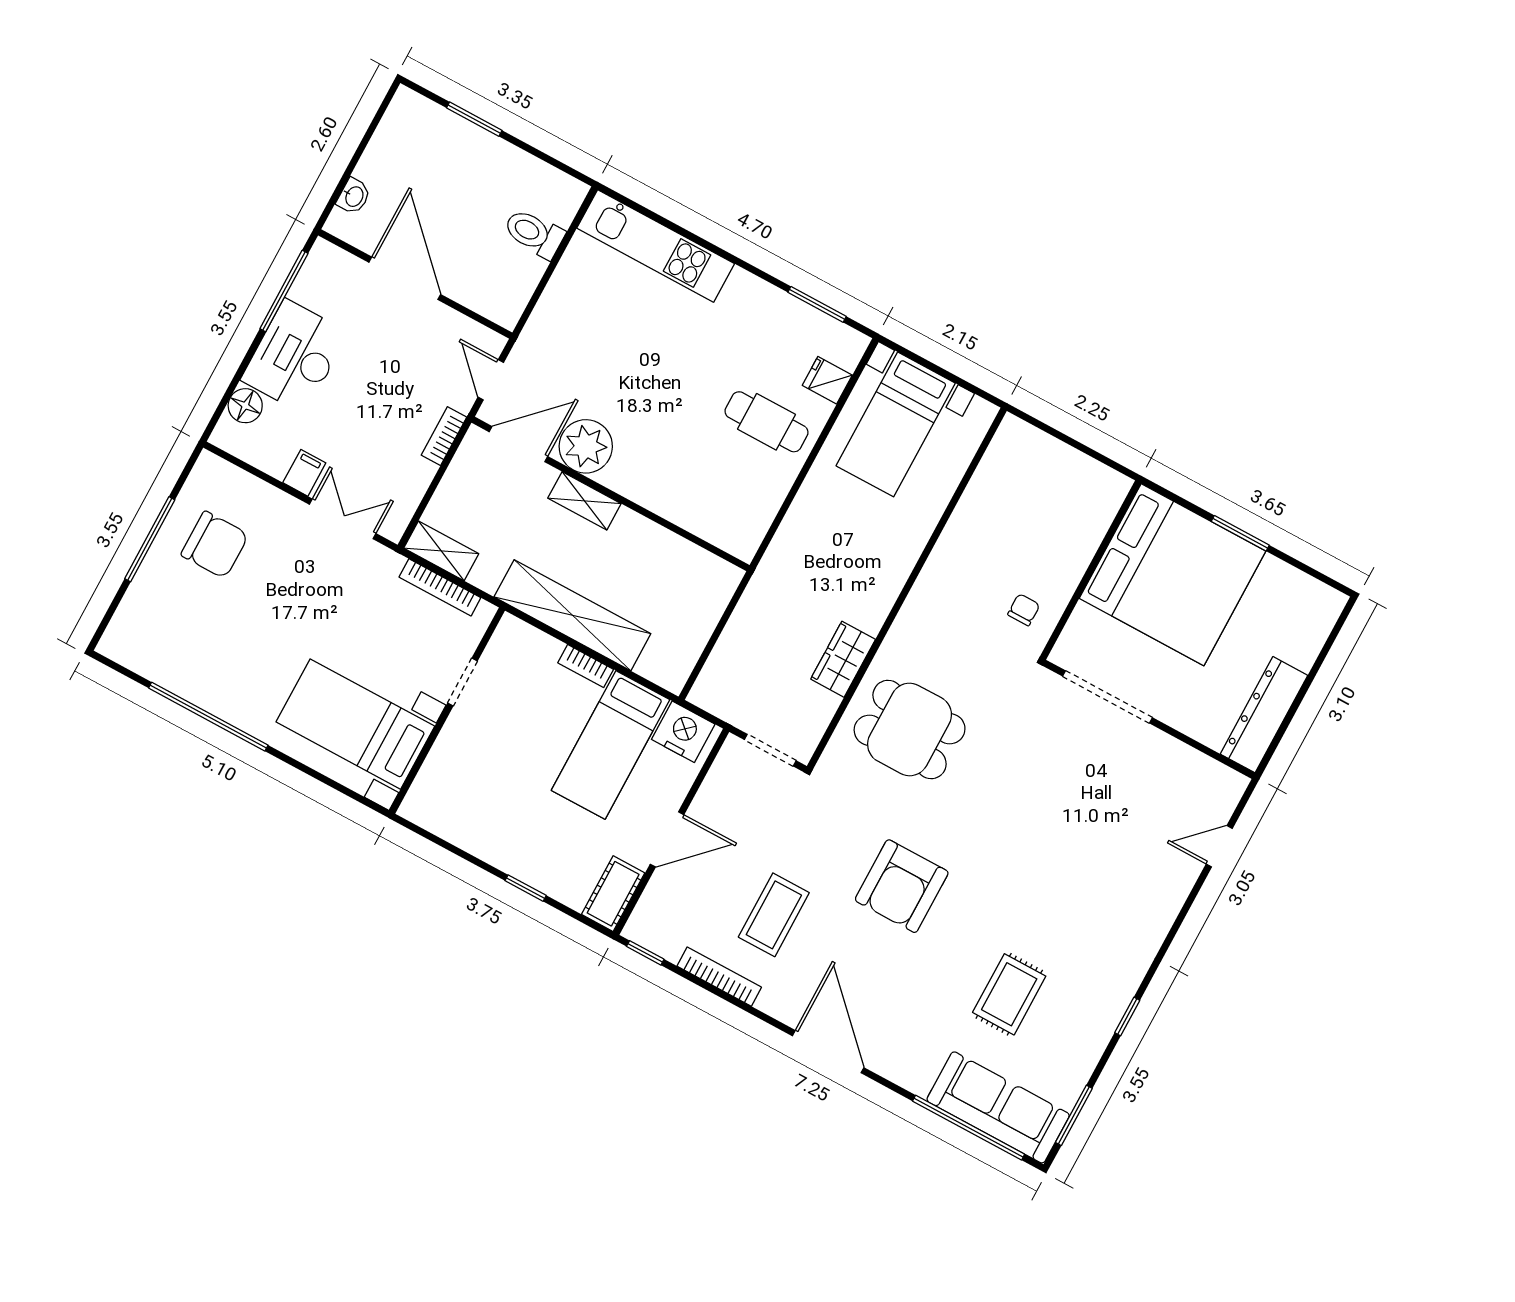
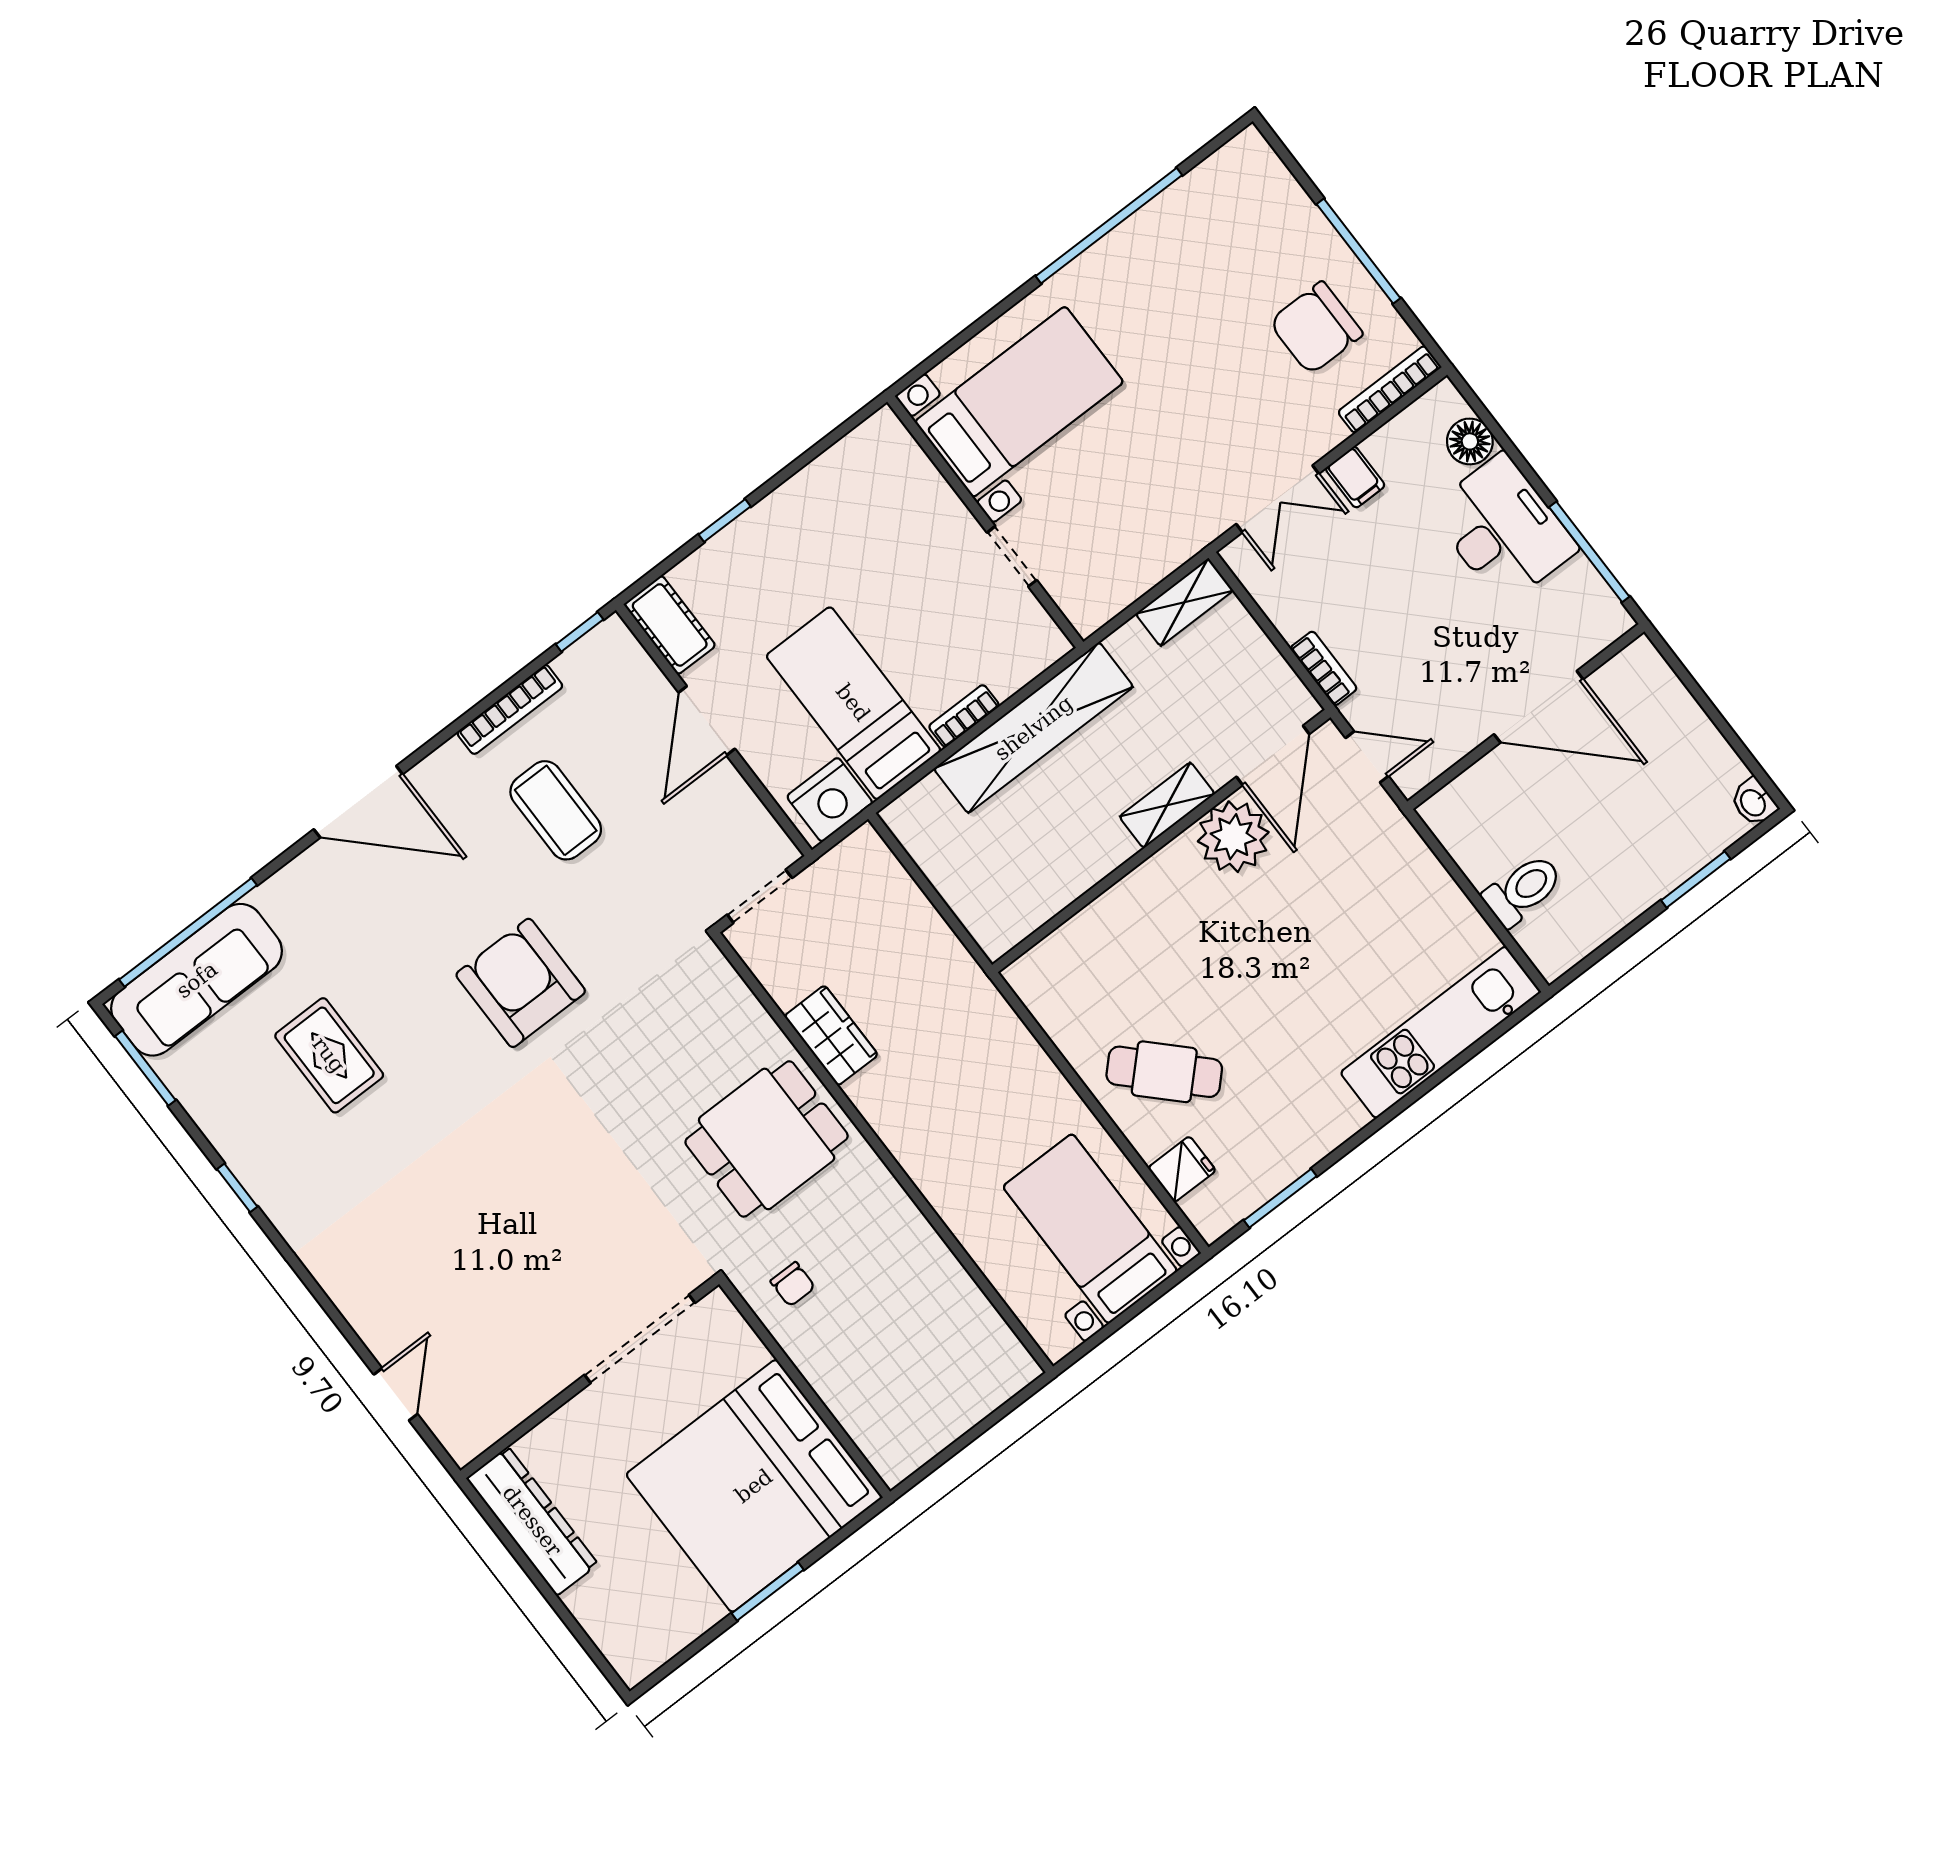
washbasin: (354, 196) -> (1754, 802), moved
cafe table: (766, 422) -> (1164, 1072), turned 45
bookcase: (440, 587) -> (1389, 389), moved
dining table: (910, 729) -> (767, 1139), moved

